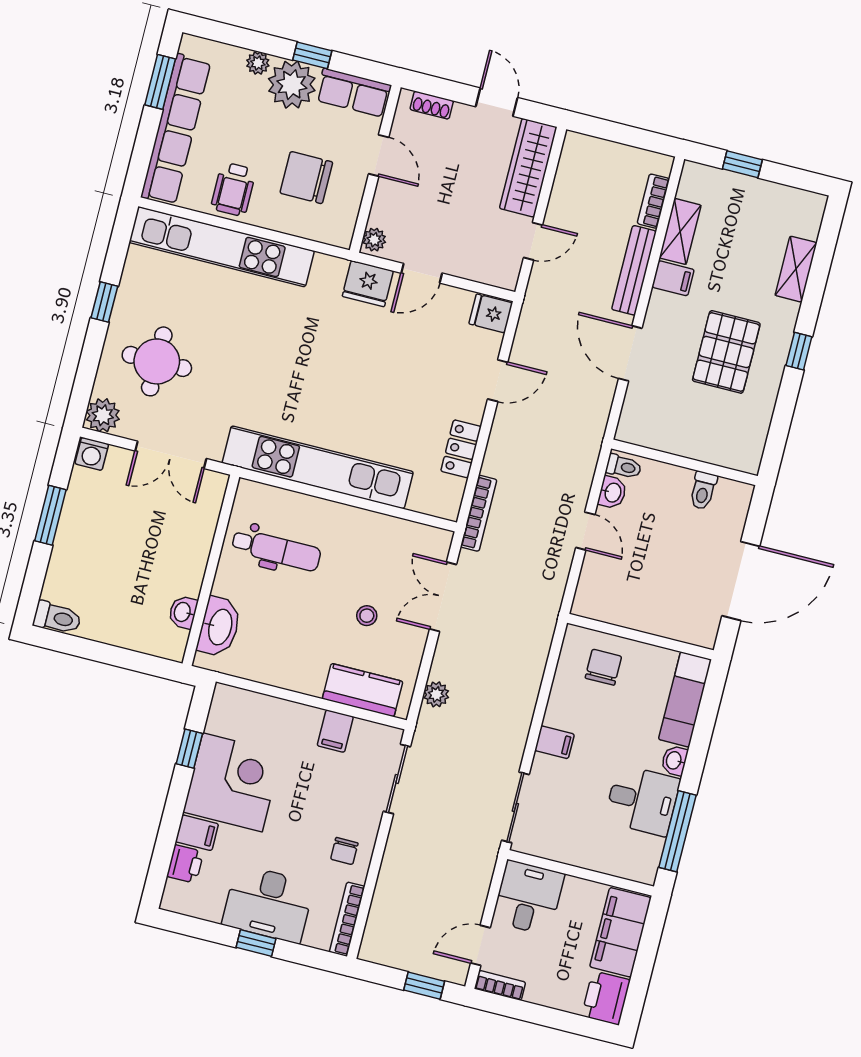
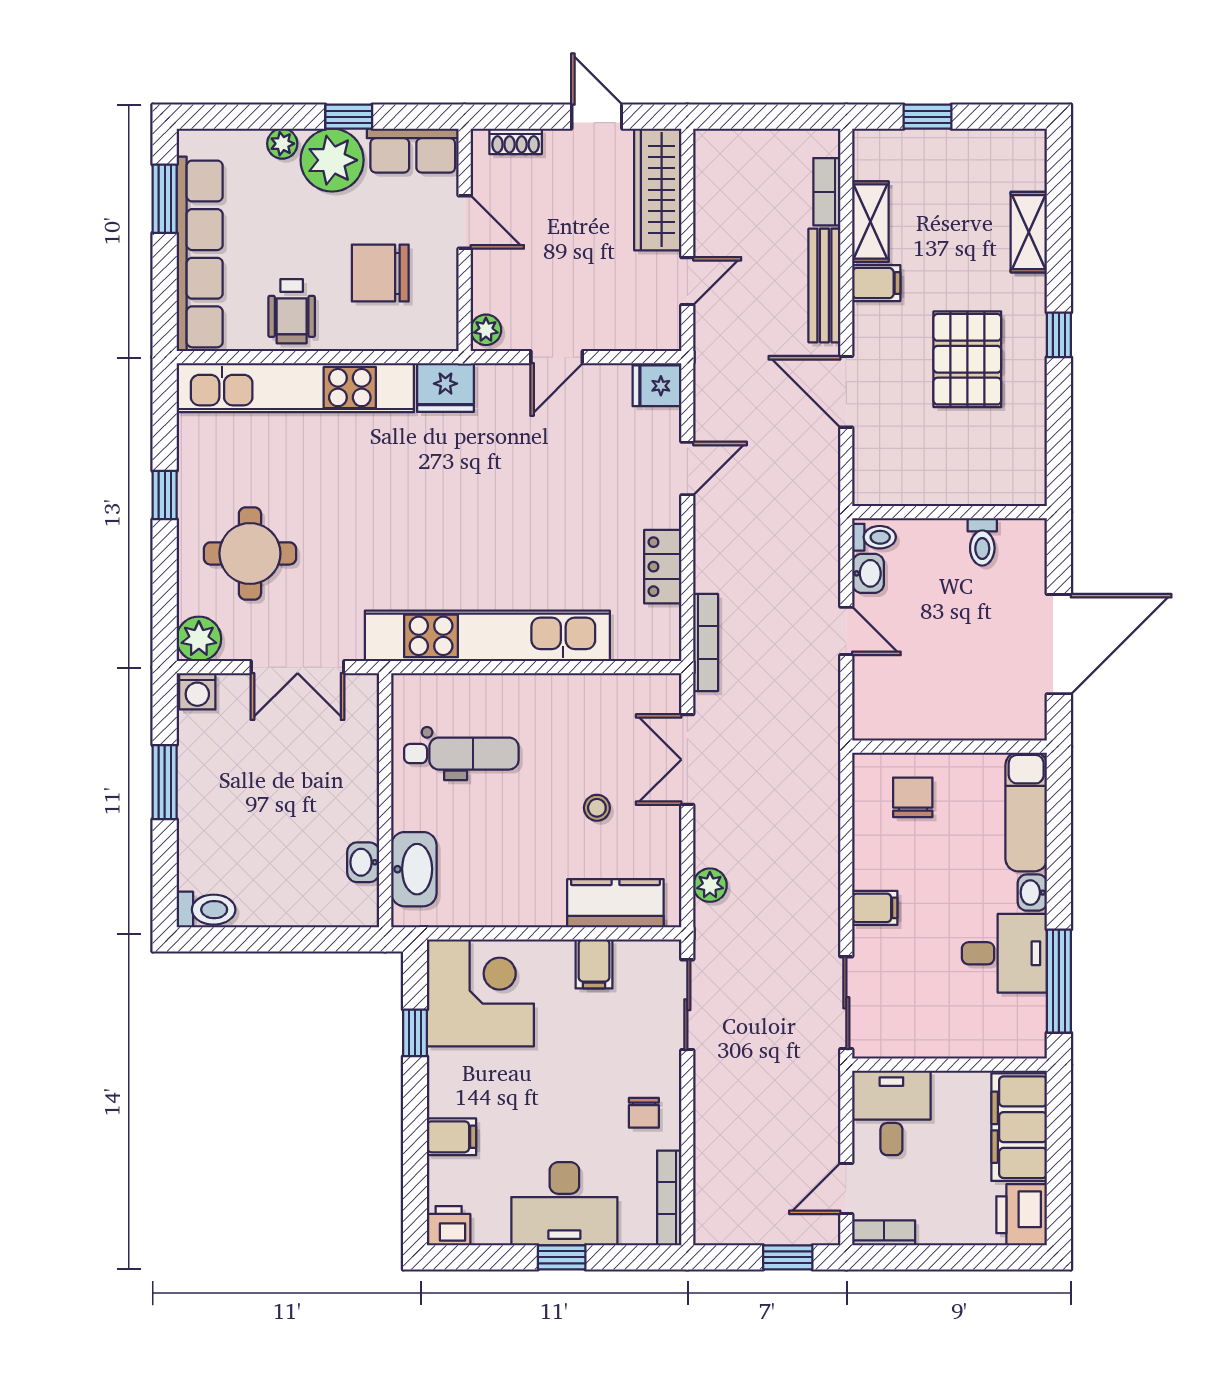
fridge: (368, 284) -> (445, 388), moved
corner desk: (232, 782) -> (480, 993), moved
printer: (185, 864) -> (449, 1226), moved, turned -90

